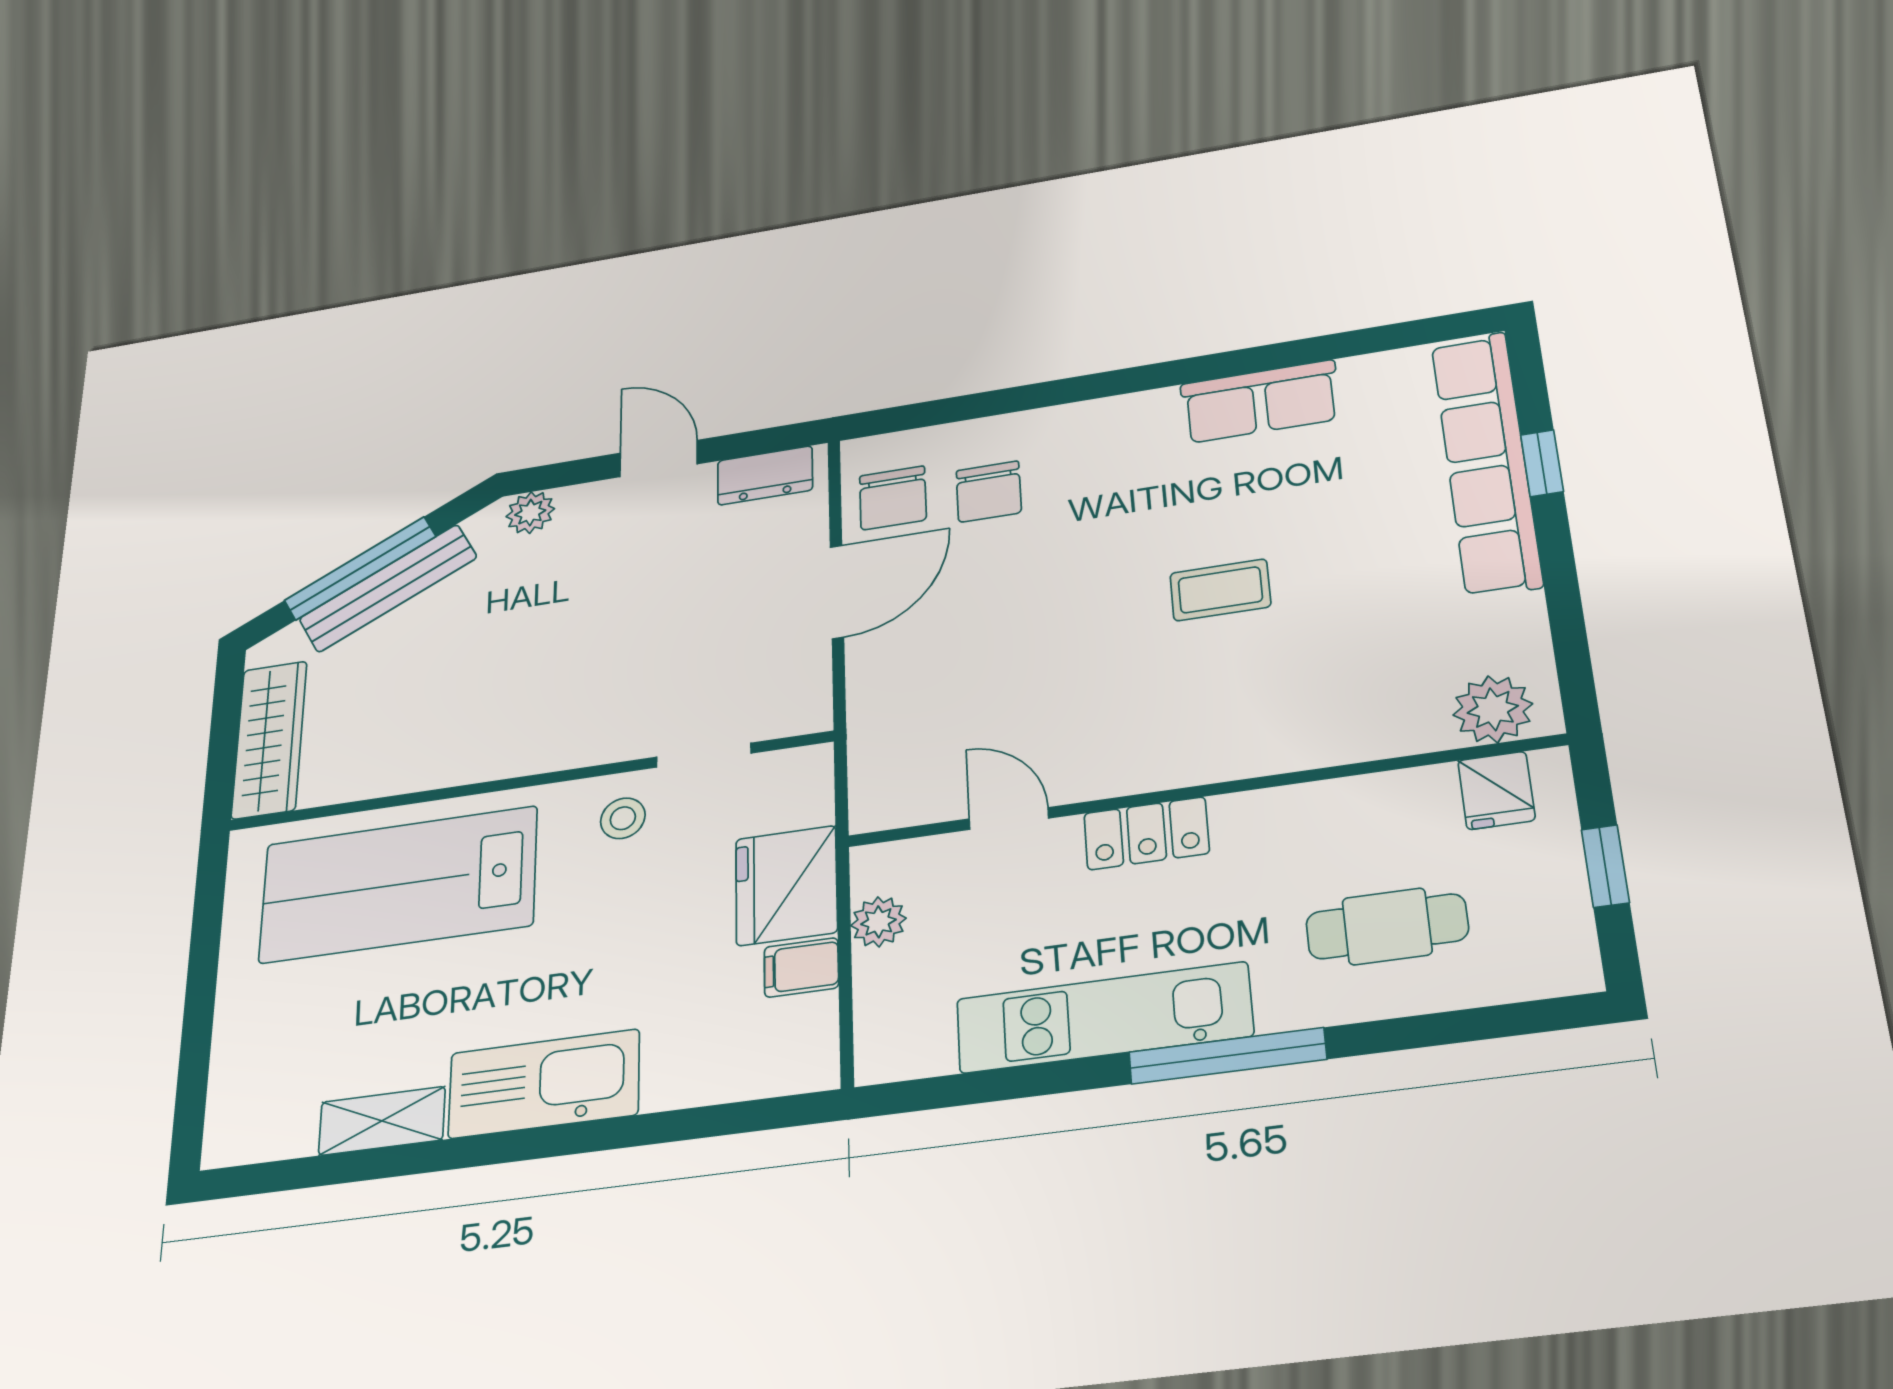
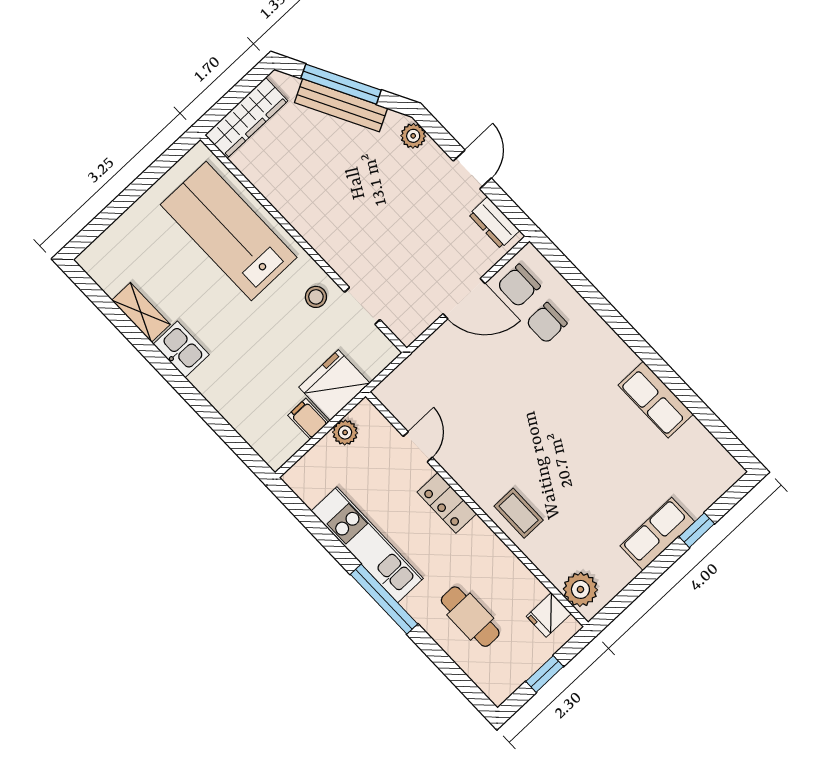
row of seats: (1486, 463) -> (657, 534), width x0.50
coffee table: (1220, 590) -> (519, 513), moved
kitchen sink: (544, 1084) -> (181, 349), width x0.53, depth x0.81

